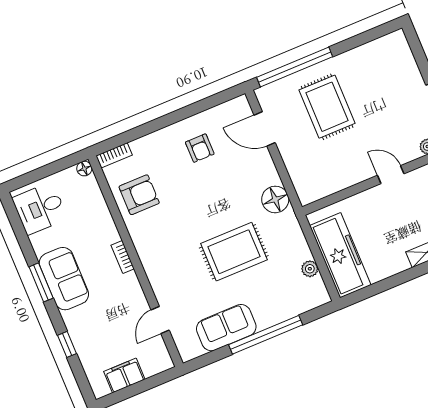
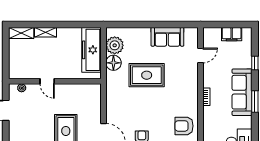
floor lamp: (275, 199) -> (113, 63), moved
plant: (310, 269) -> (115, 45), width x1.87, depth x1.87
sofa: (64, 279) -> (242, 92), width x1.36
window: (266, 335) -> (148, 24), removed

